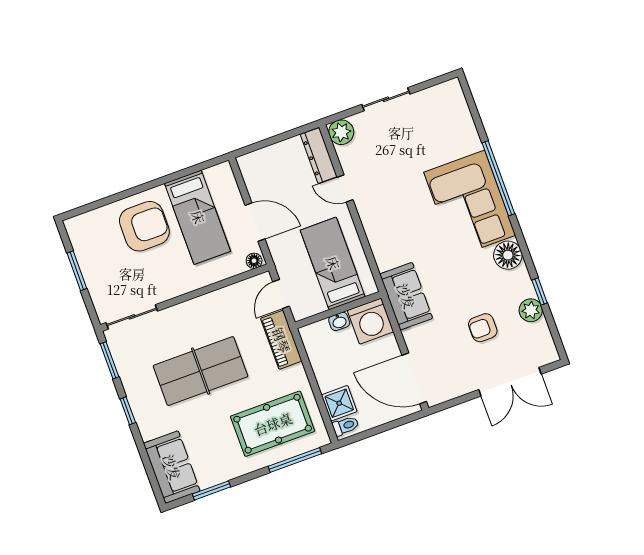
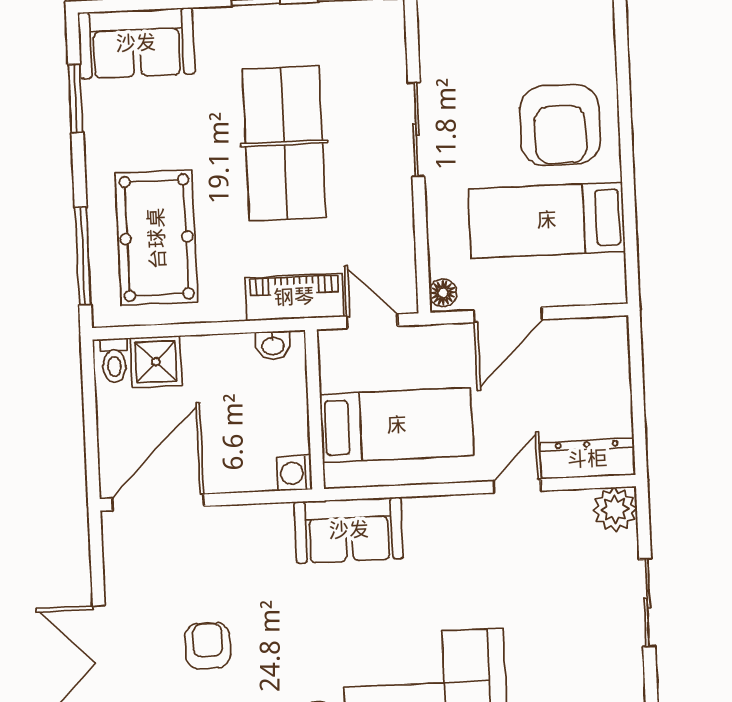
sofa: (406, 296) -> (349, 530), moved
sliding door: (132, 317) -> (416, 129), moved
washbasin: (339, 321) -> (273, 345), moved, turned -90
washing machine: (371, 321) -> (295, 473), width x0.53, depth x0.53

